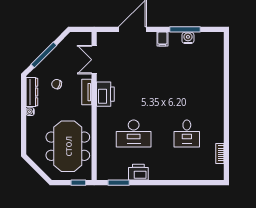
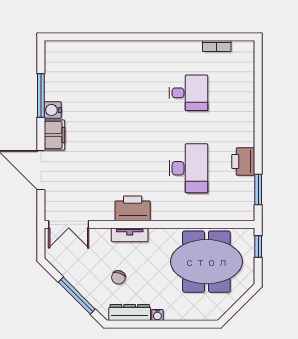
water cooler: (188, 38) -> (53, 110), moved
filing cabinet: (162, 39) -> (55, 135), width x2.00
double door: (94, 60) -> (69, 224), moved

